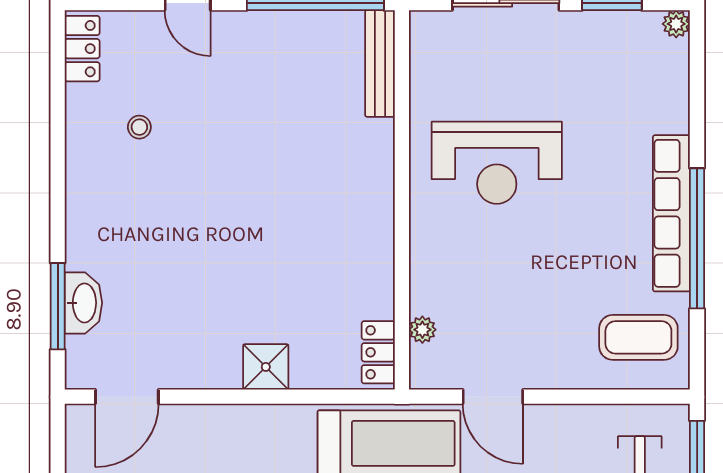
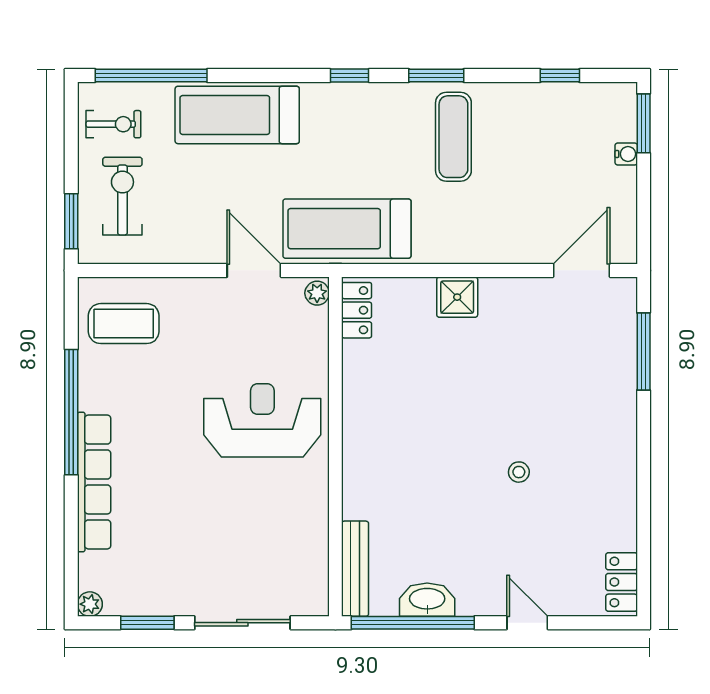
stool: (139, 127) -> (519, 472), moved
reception desk: (497, 163) -> (262, 420), moved
row of seats: (671, 213) -> (94, 482), moved
washbasin: (83, 303) -> (427, 600), moved, turned 90
plant: (422, 330) -> (317, 293), moved

